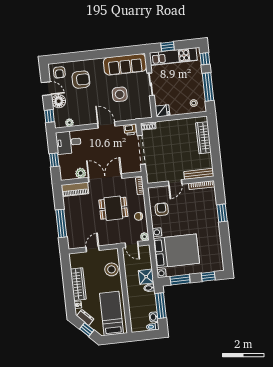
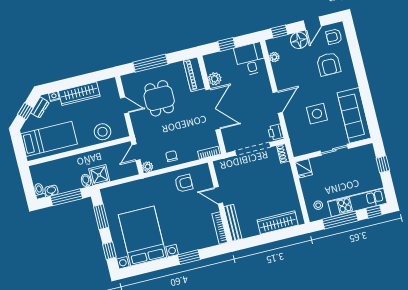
kitchen unit: (173, 57) -> (357, 202), moved, turned 90
dining table: (113, 208) -> (159, 98), moved
bed with nightstands: (176, 251) -> (142, 236), moved, turned 180

